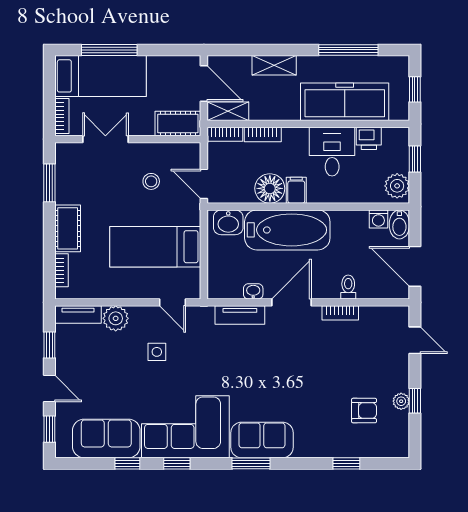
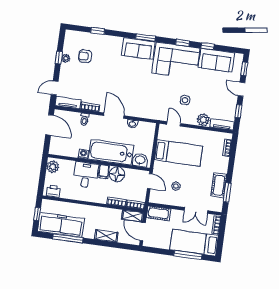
freezer: (345, 102) -> (61, 225), moved, turned 180
printer: (369, 138) -> (53, 191), moved
desk: (332, 152) -> (86, 175), moved, turned 180
window: (415, 159) -> (42, 179), removed
washing machine: (378, 219) -> (83, 154), moved
bidet: (399, 224) -> (54, 147), removed
cot: (68, 228) -> (219, 185), moved
door: (291, 302) -> (114, 116), swing flipped
tv unit: (240, 315) -> (68, 103), moved
door: (415, 340) -> (55, 88), hinge flipped

